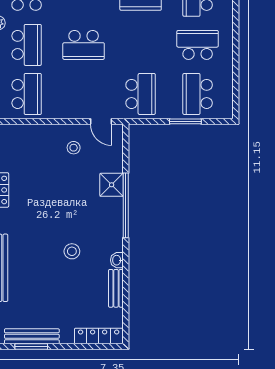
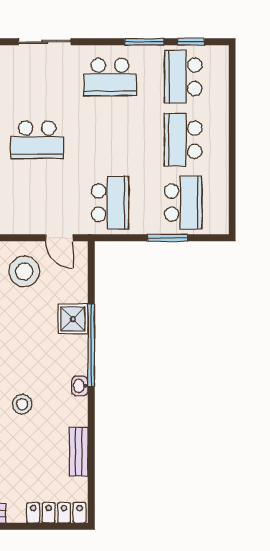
school desk: (198, 45) -> (183, 140), turned -90
school desk: (198, 94) -> (183, 203), turned 180
stool: (74, 148) -> (24, 271), width x1.89, depth x1.89
washbasin: (117, 260) -> (80, 386), moved

